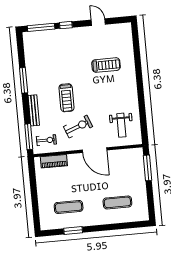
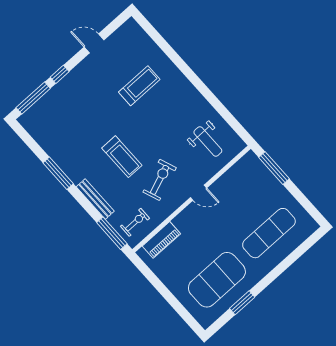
door: (95, 150) -> (198, 193), width x0.53
exercise mat: (117, 202) -> (269, 233), width x1.36, depth x1.45
exercise mat: (69, 207) -> (217, 280), width x2.00, depth x1.45

